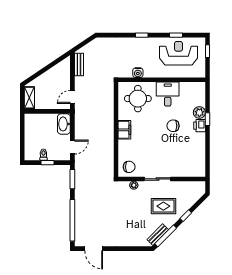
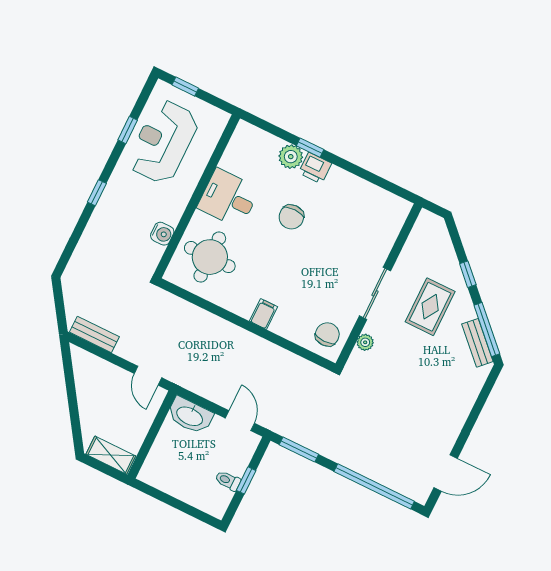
filing cabinet: (124, 130) -> (264, 314), width x0.50

